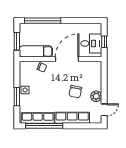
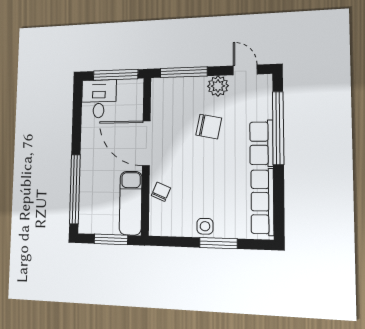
window: (104, 42) -> (116, 75), width x2.17
desk: (91, 43) -> (99, 99), moved
window: (104, 79) -> (184, 72), added
row of seats: (72, 118) -> (261, 143), width x0.68
window: (44, 126) -> (278, 128), moved

